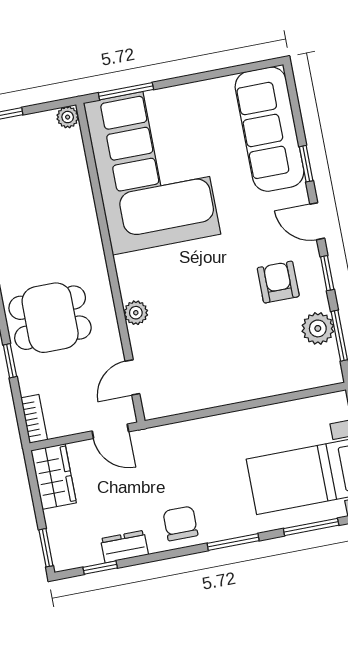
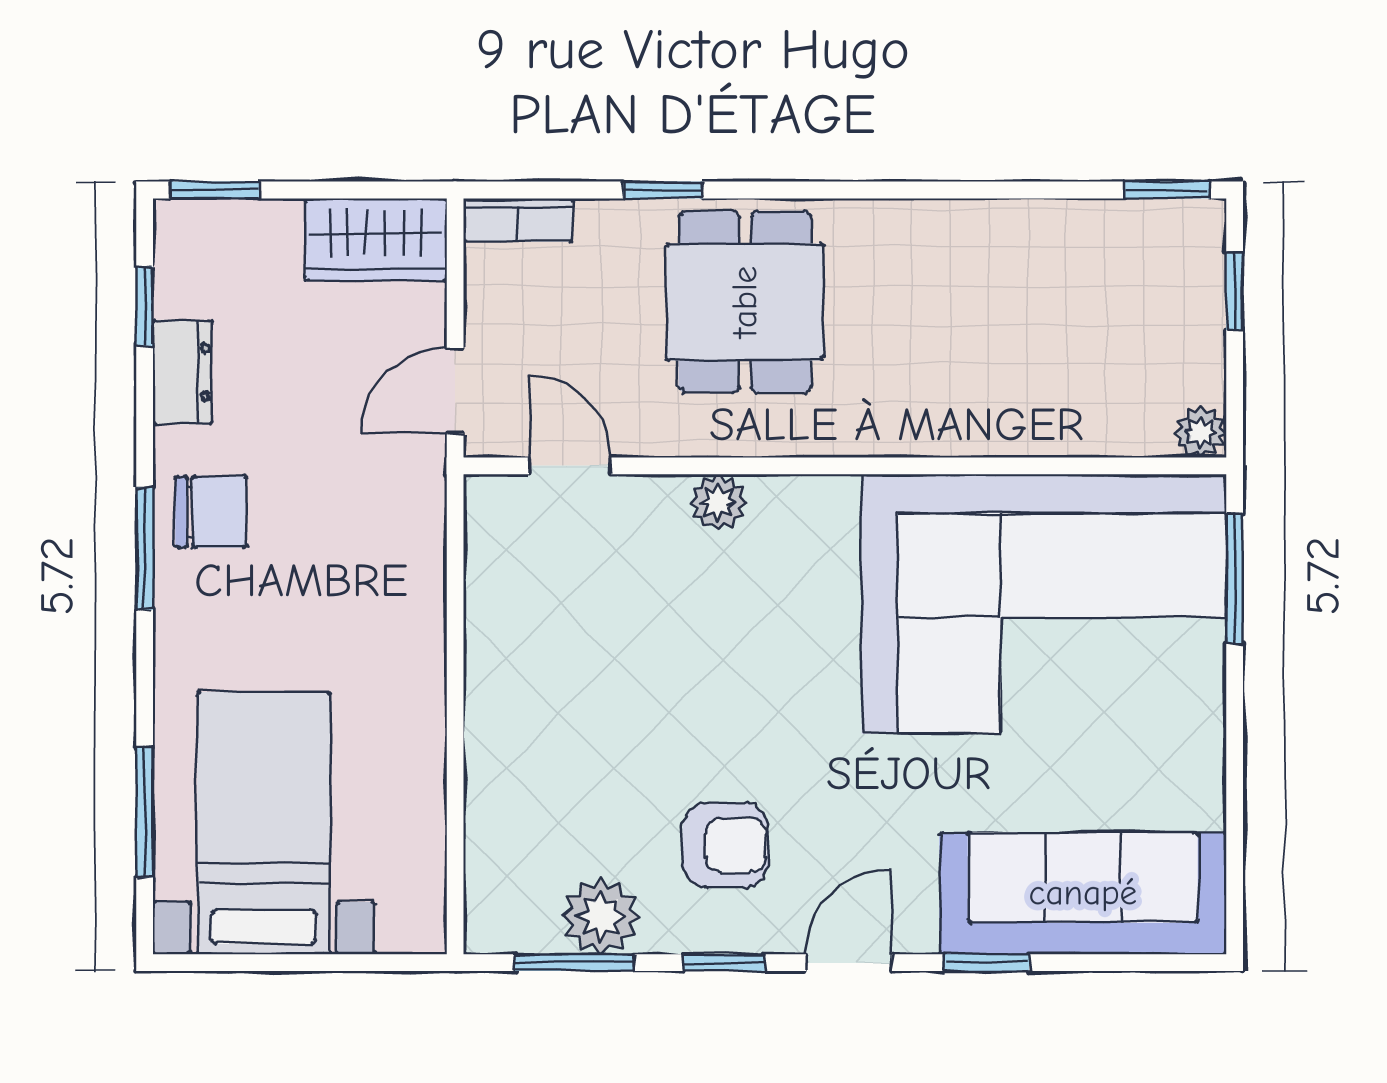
window: (233, 542) -> (145, 549), moved

